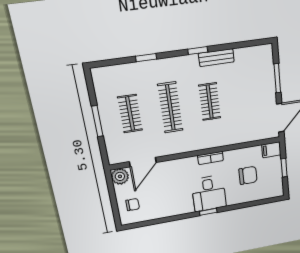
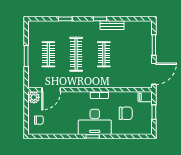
desk: (209, 193) -> (95, 122), width x1.37

